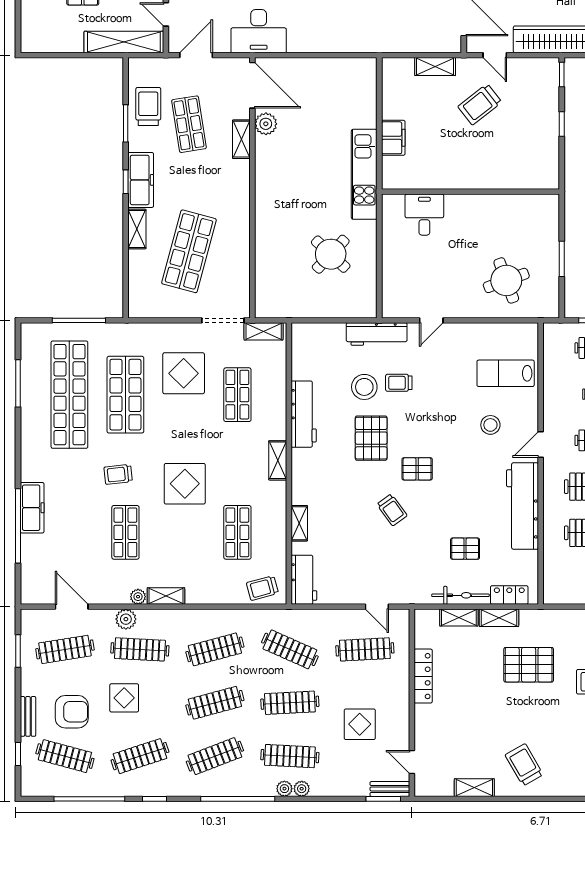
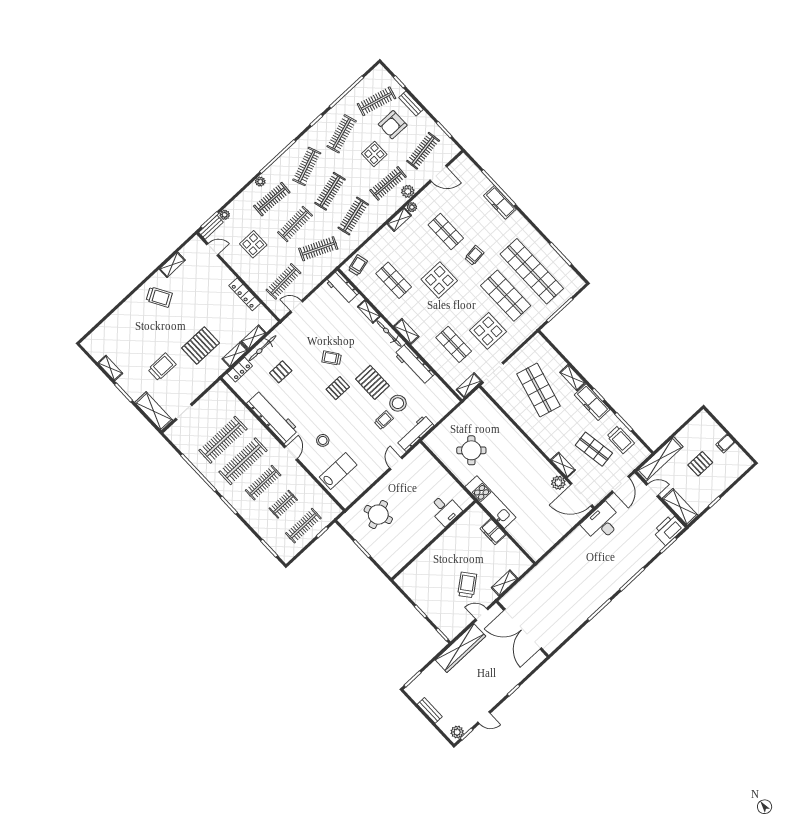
bicycle: (300, 476) -> (389, 334), added
plant: (302, 789) -> (225, 215), moved

